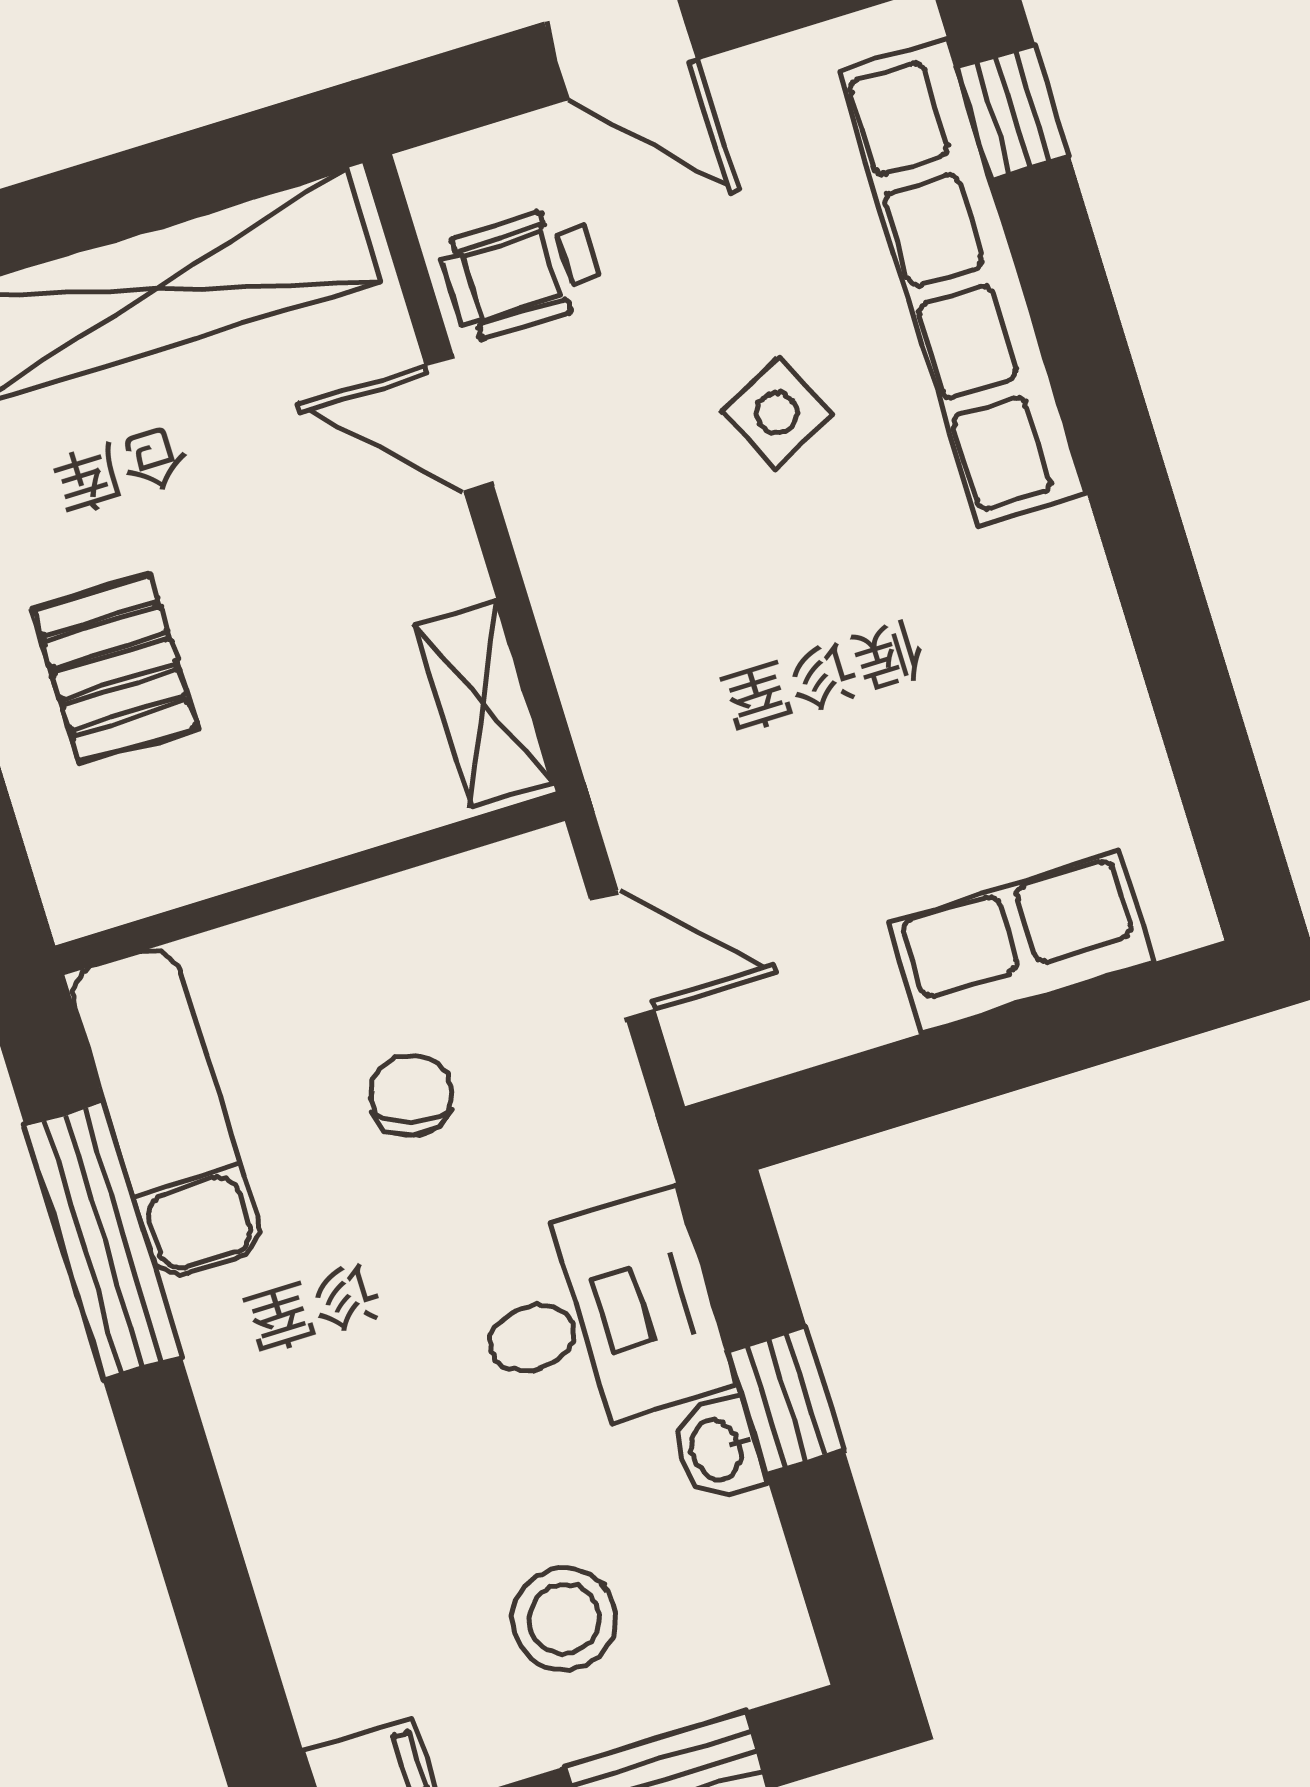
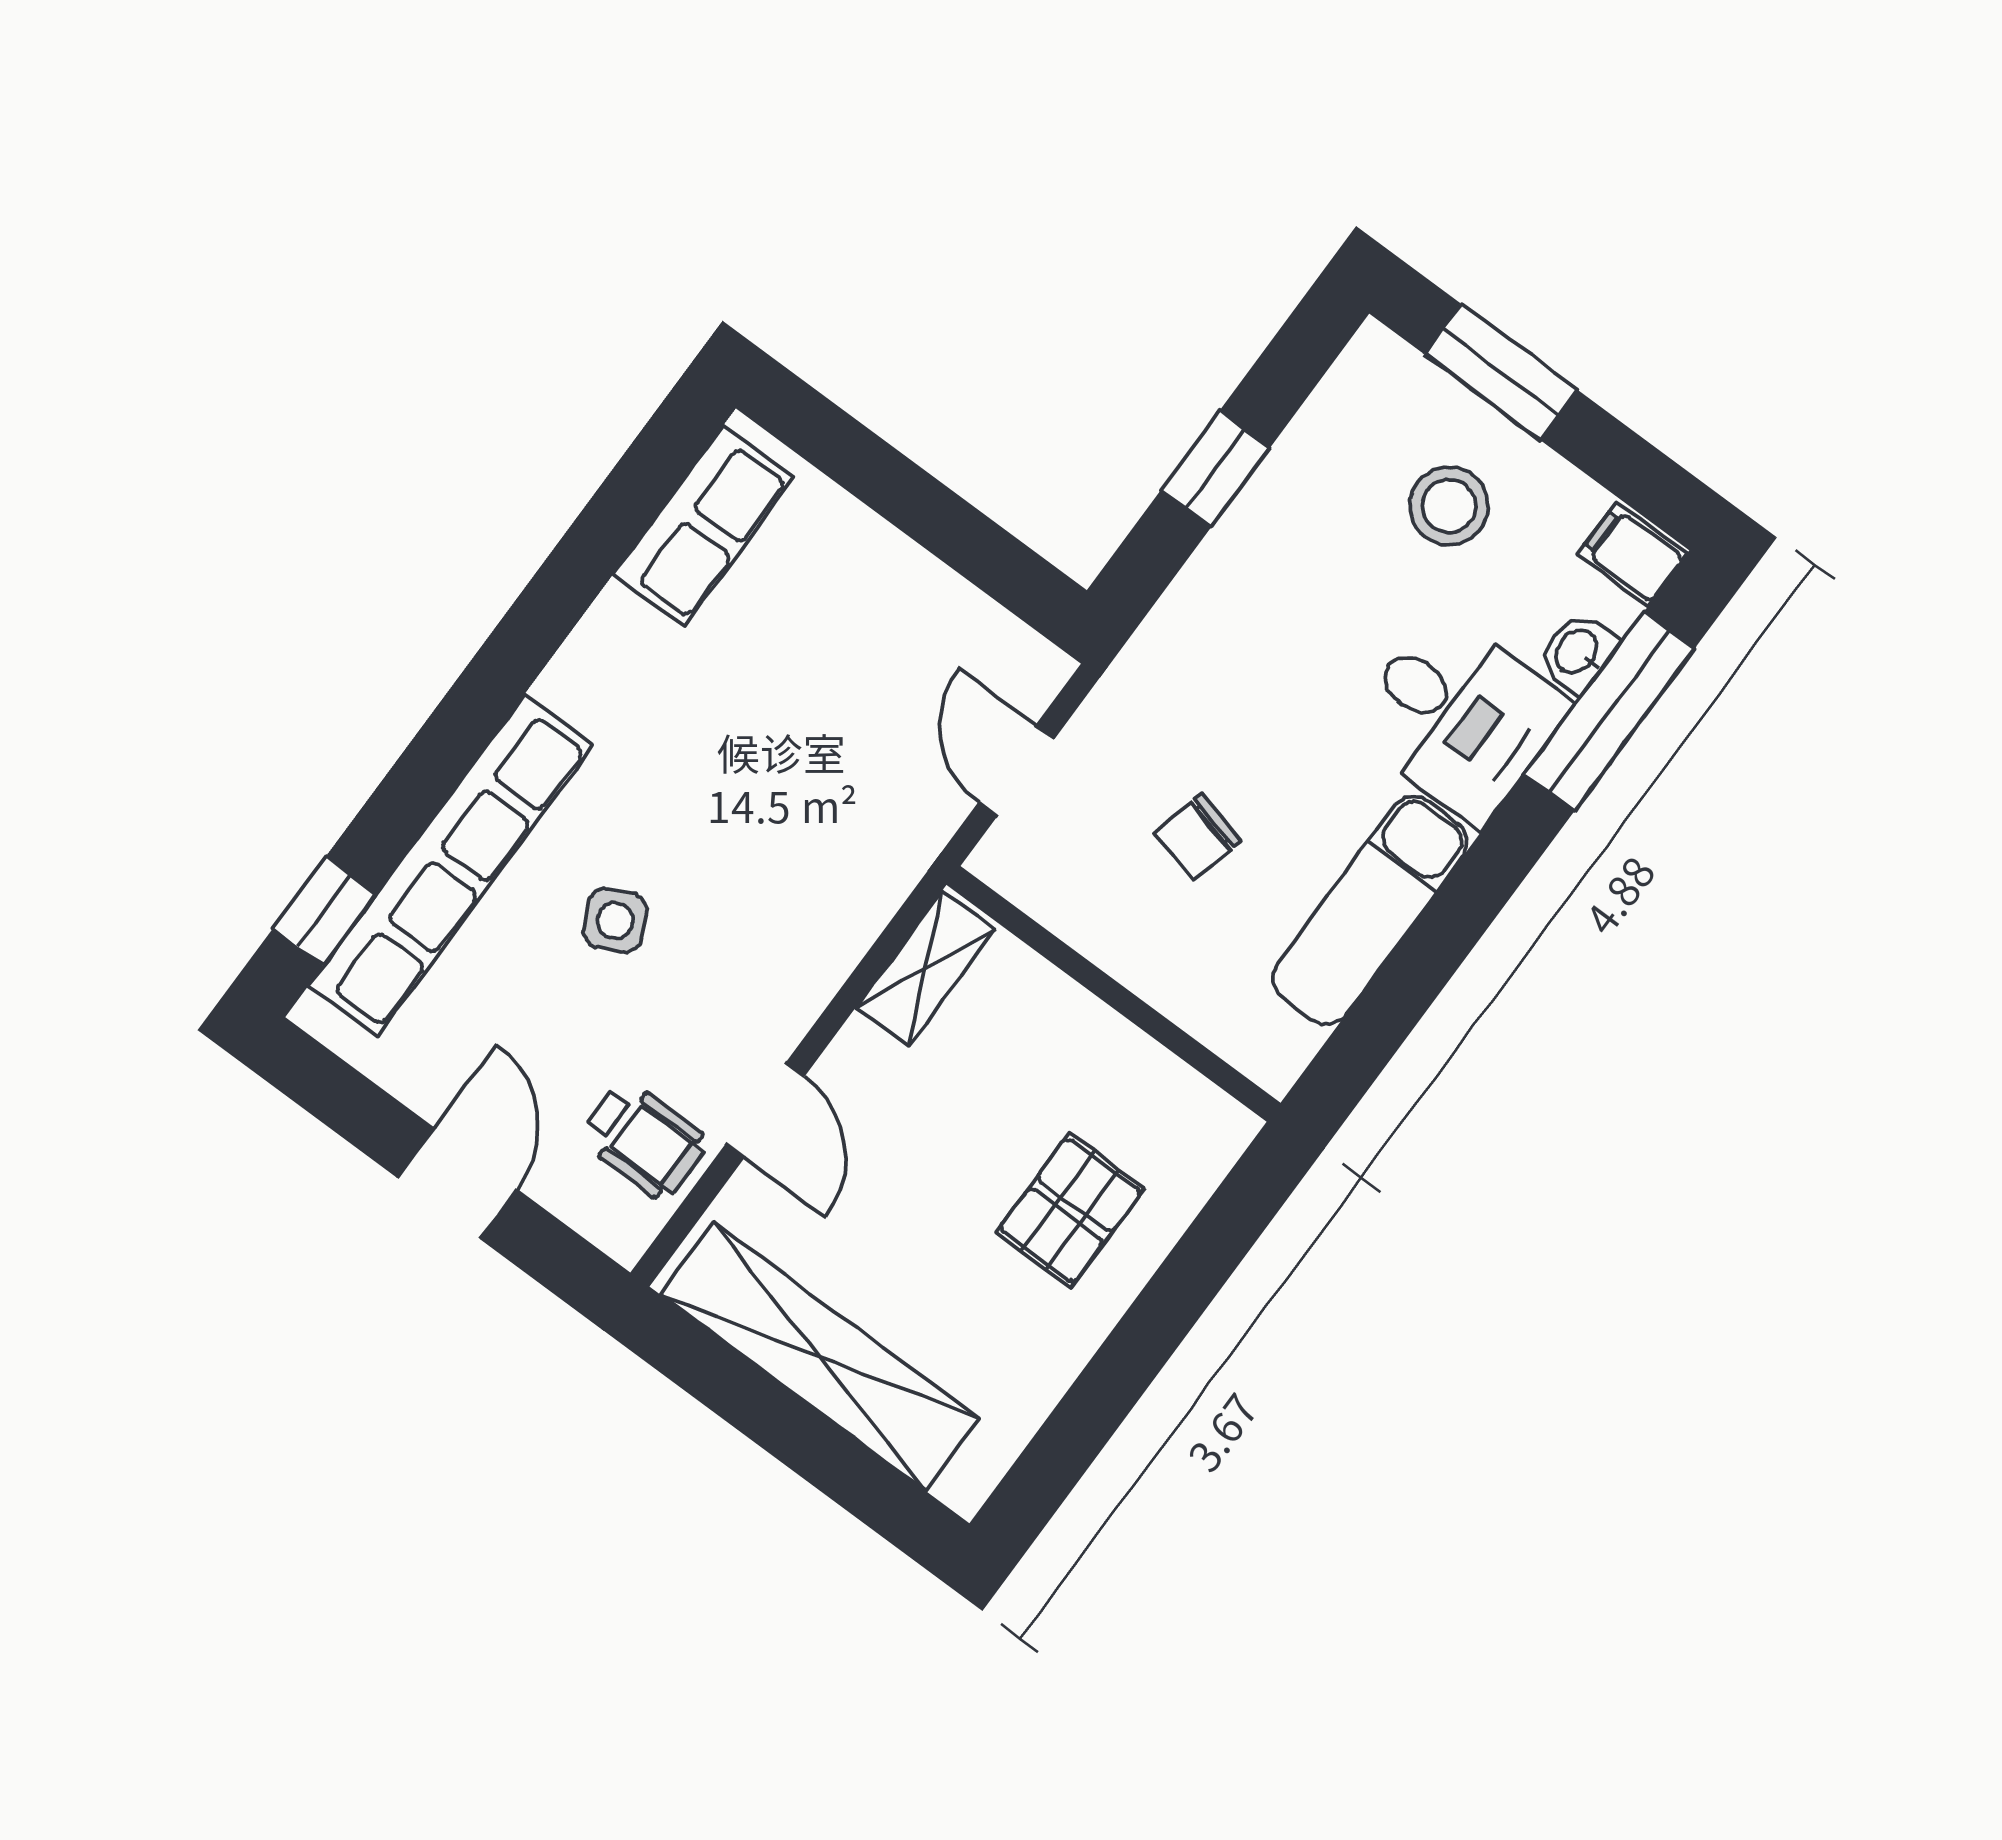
row of seats: (1021, 942) -> (704, 526), moved, turned -90
exam couch: (165, 1112) -> (1370, 910), moved
window: (103, 1241) -> (1609, 711), moved
desk: (599, 1318) -> (1459, 717), moved, turned 180
washbasin: (718, 1449) -> (1578, 652), moved, turned 180

